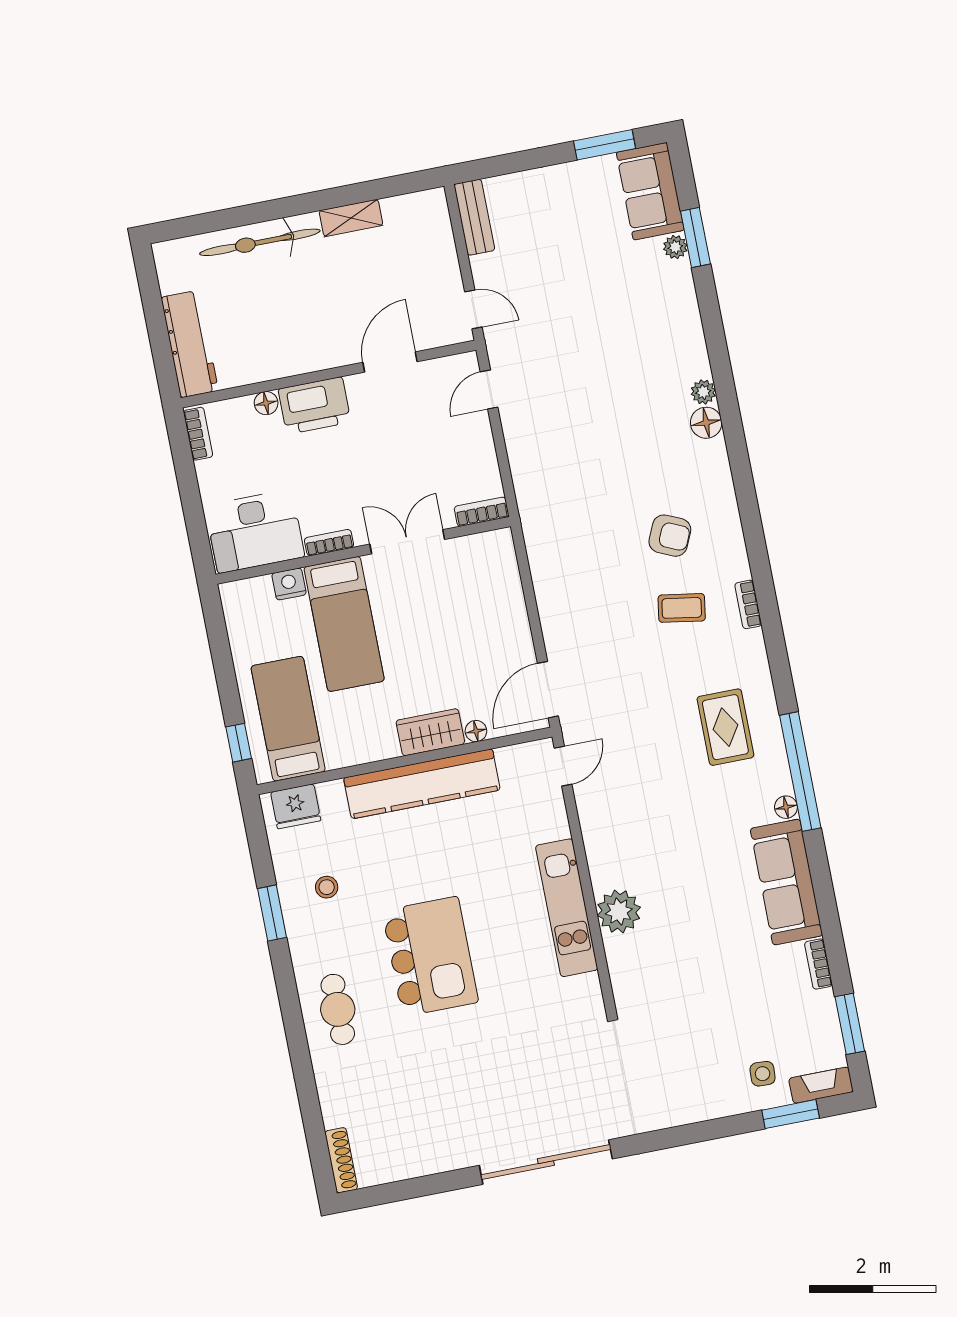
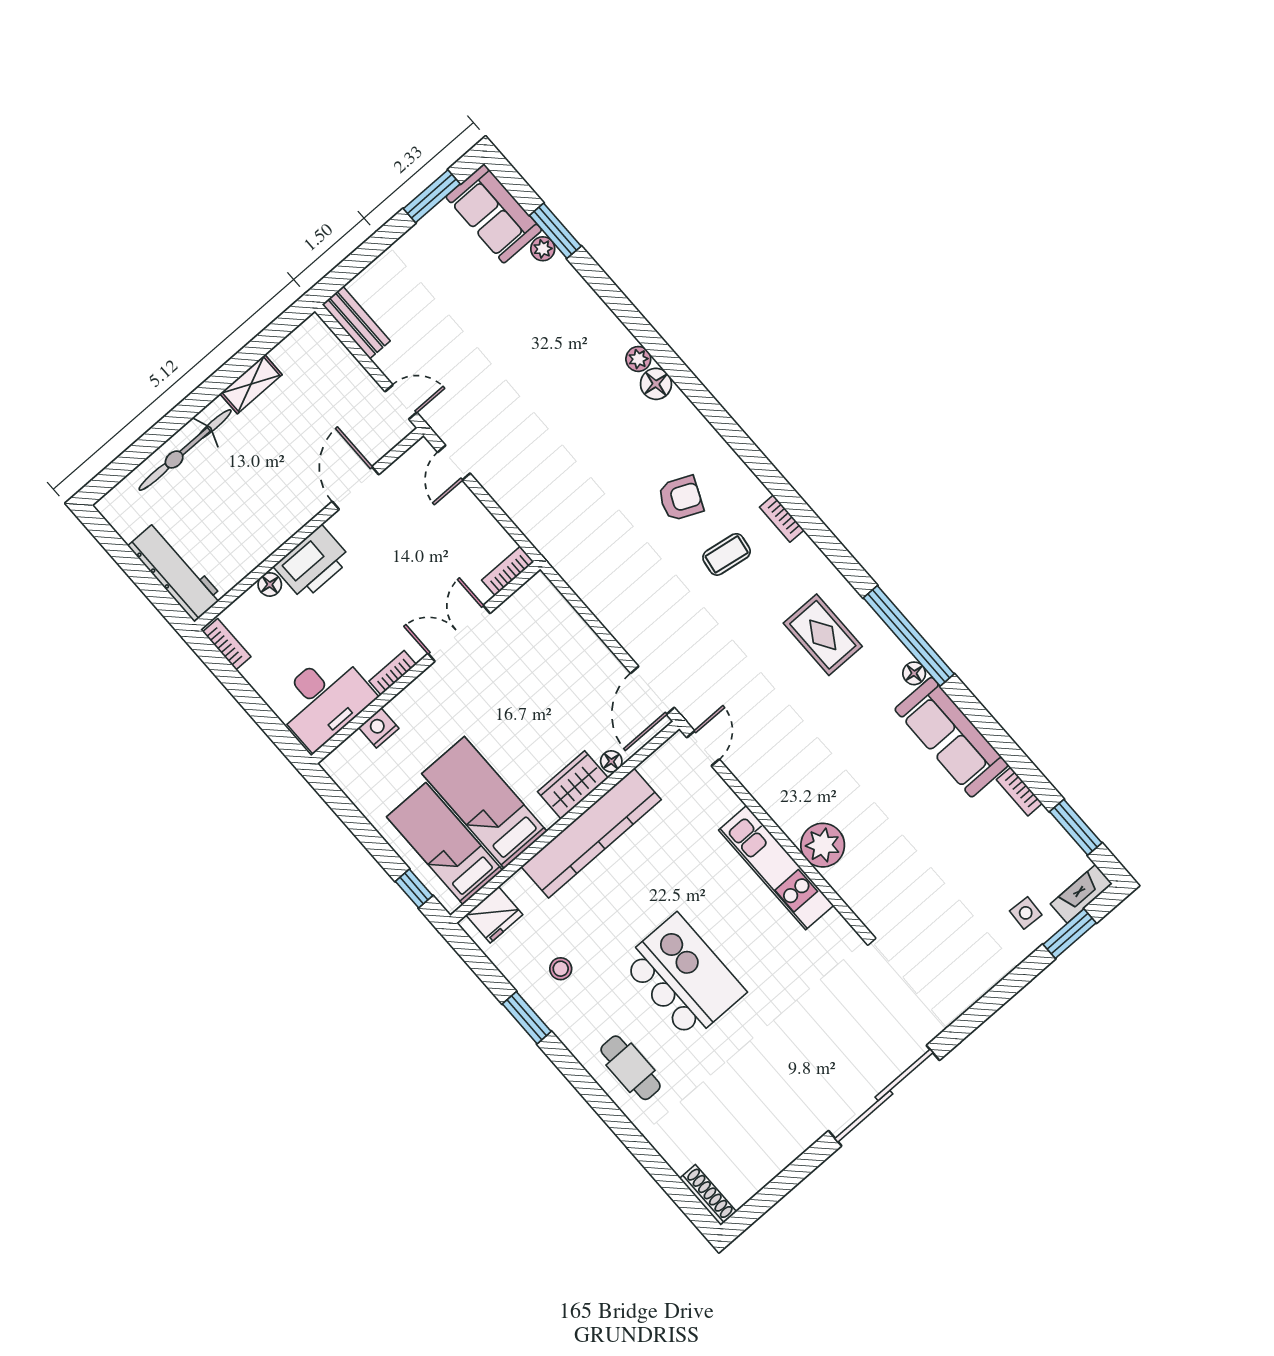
bed: (344, 624) -> (484, 802), moved, turned 180

